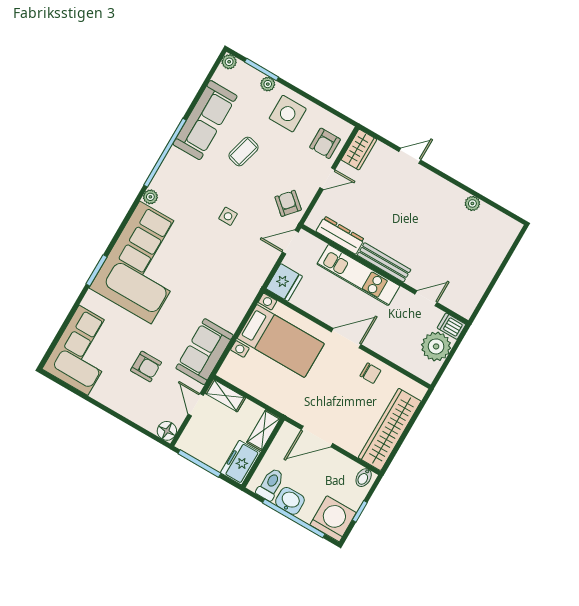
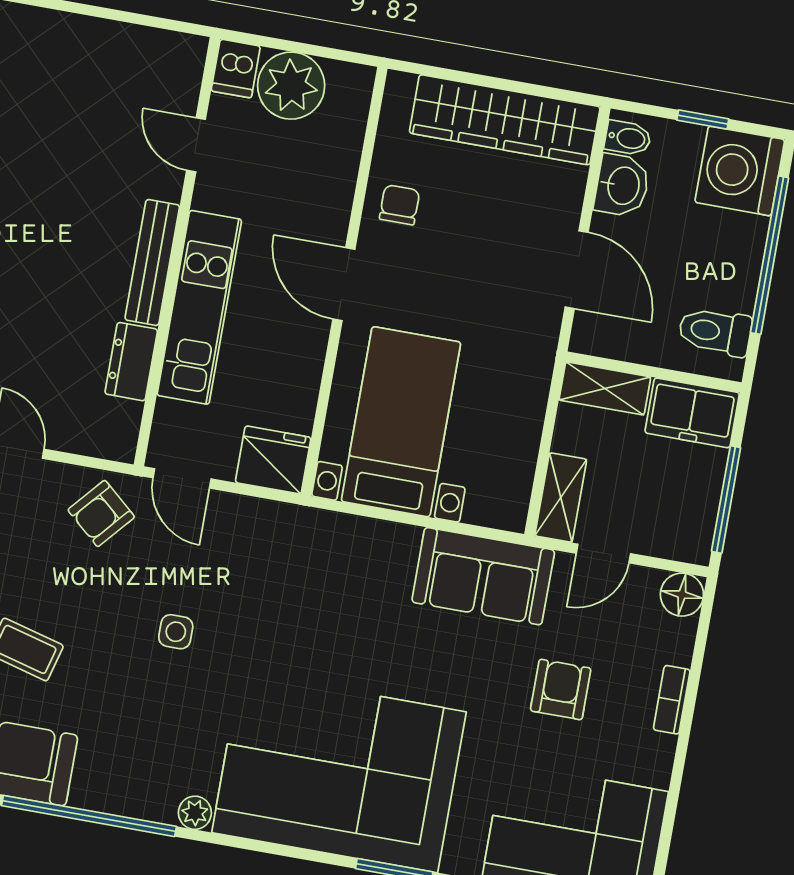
dresser: (340, 235) -> (131, 362), width x0.70
bookcase: (125, 411) -> (672, 700), added
washbasin: (290, 501) -> (622, 185), moved, turned 180

